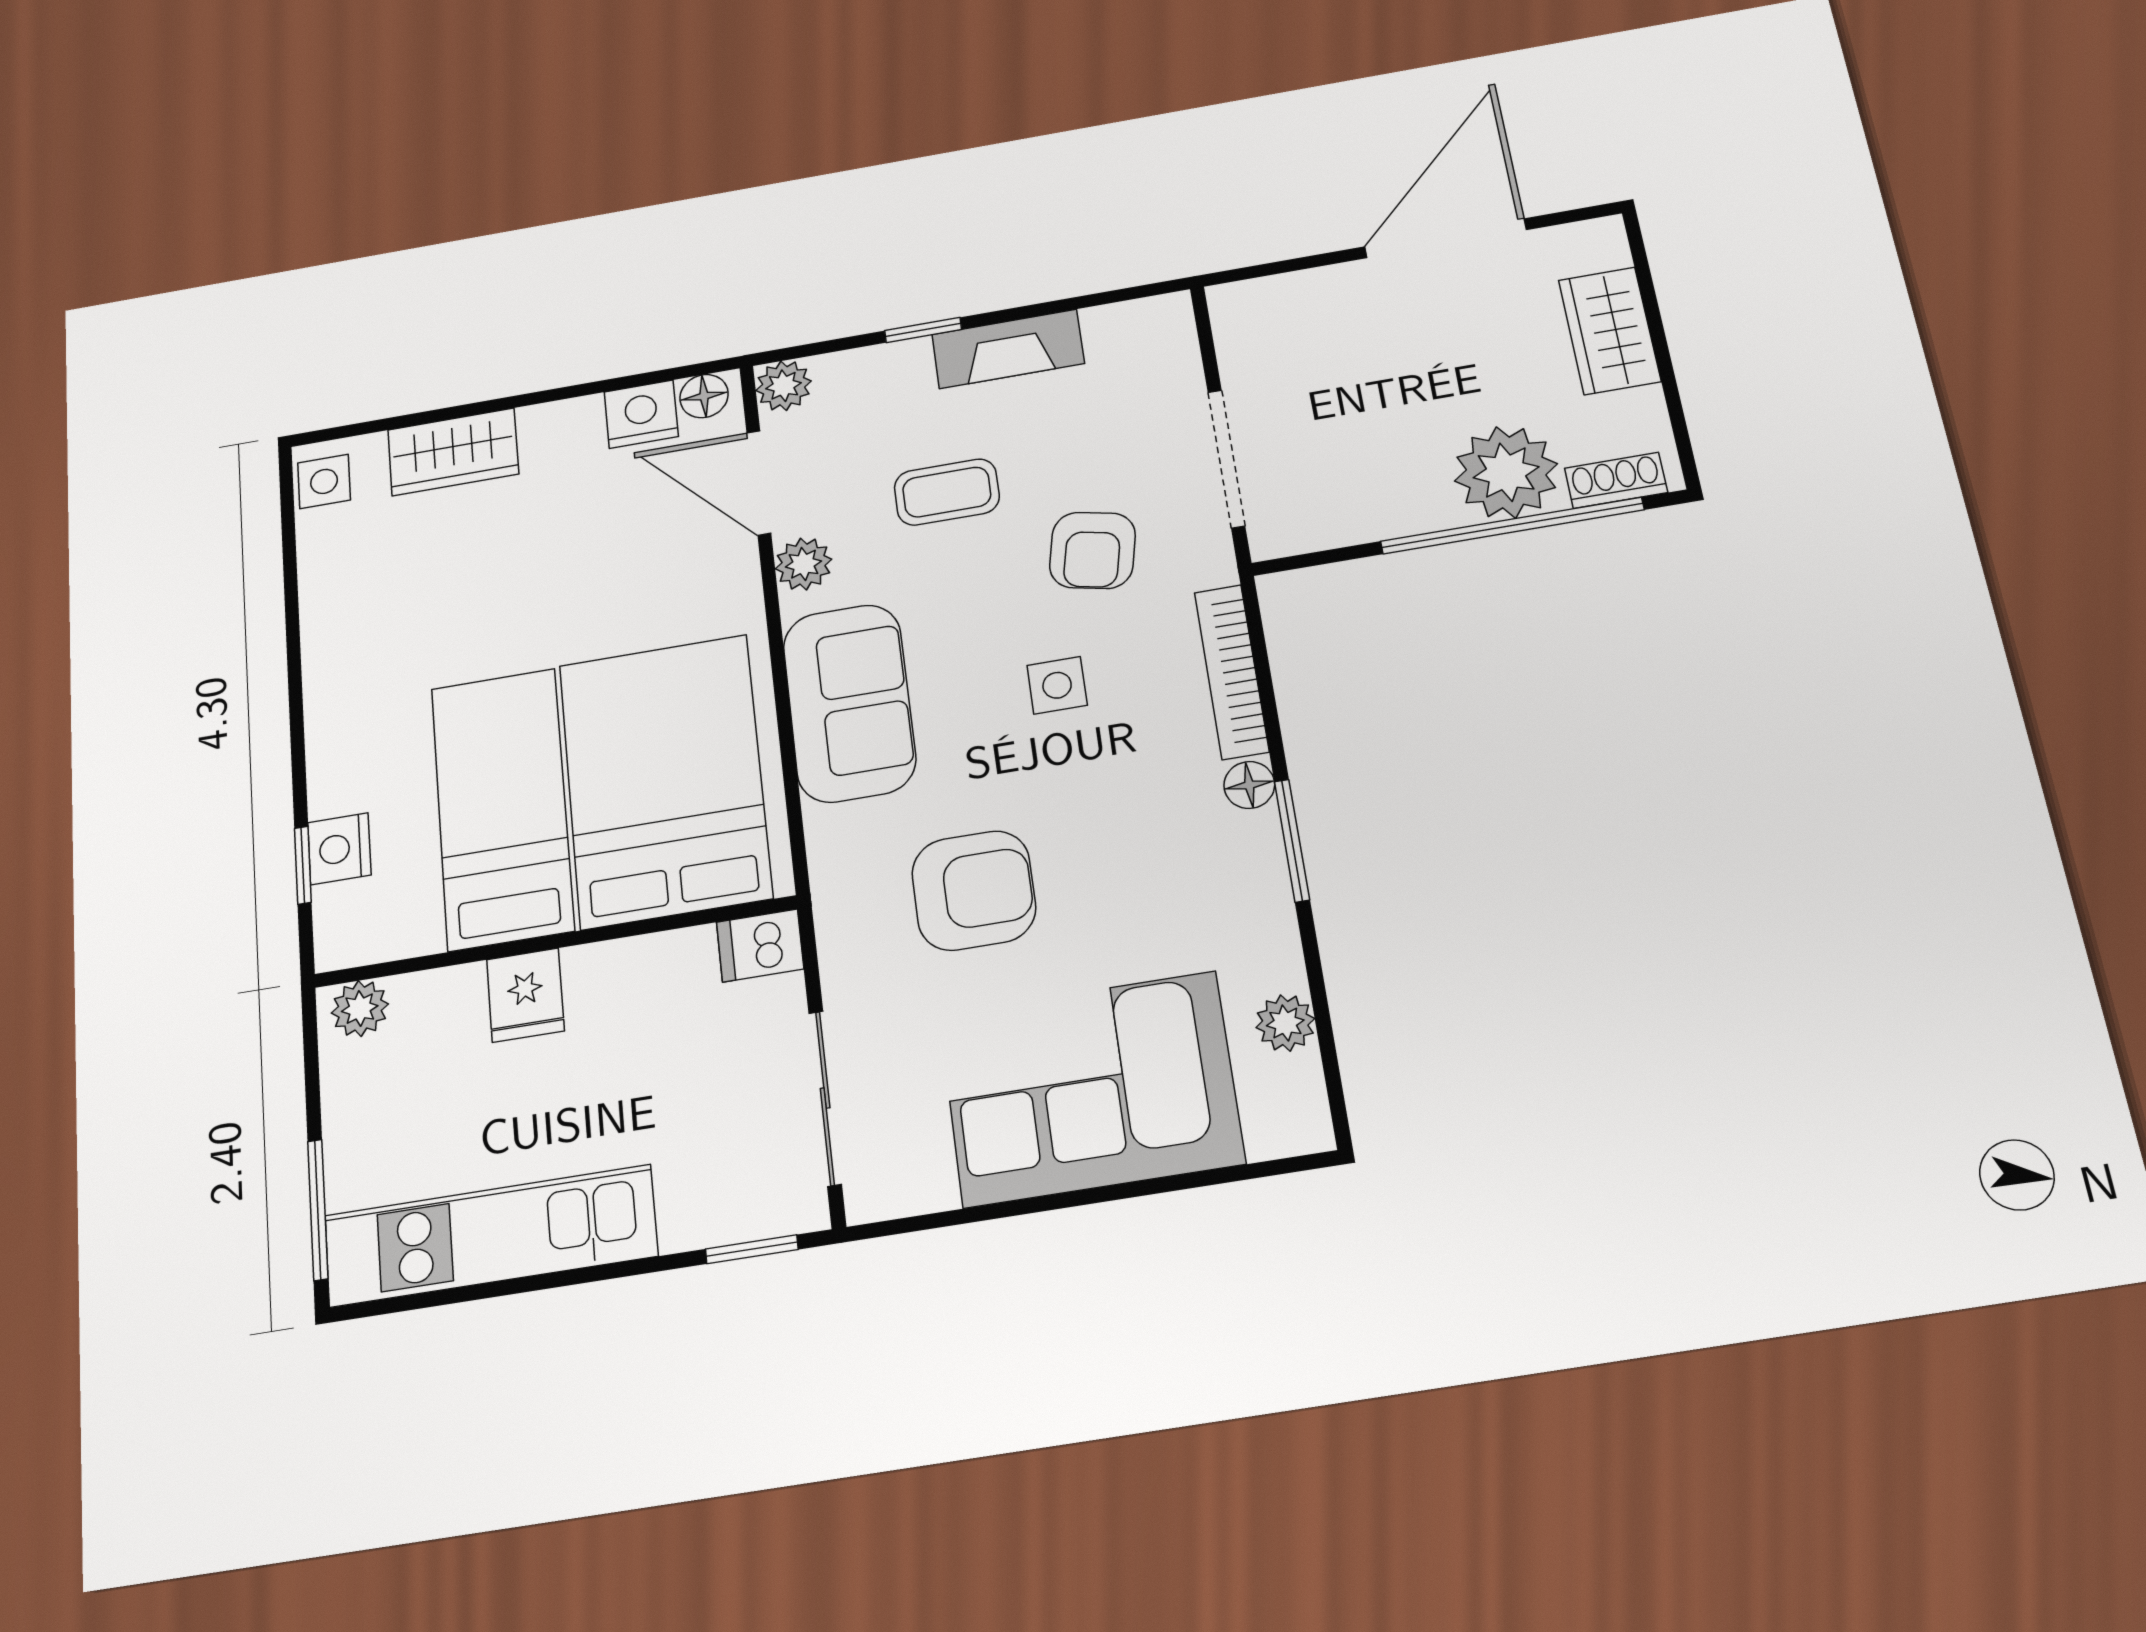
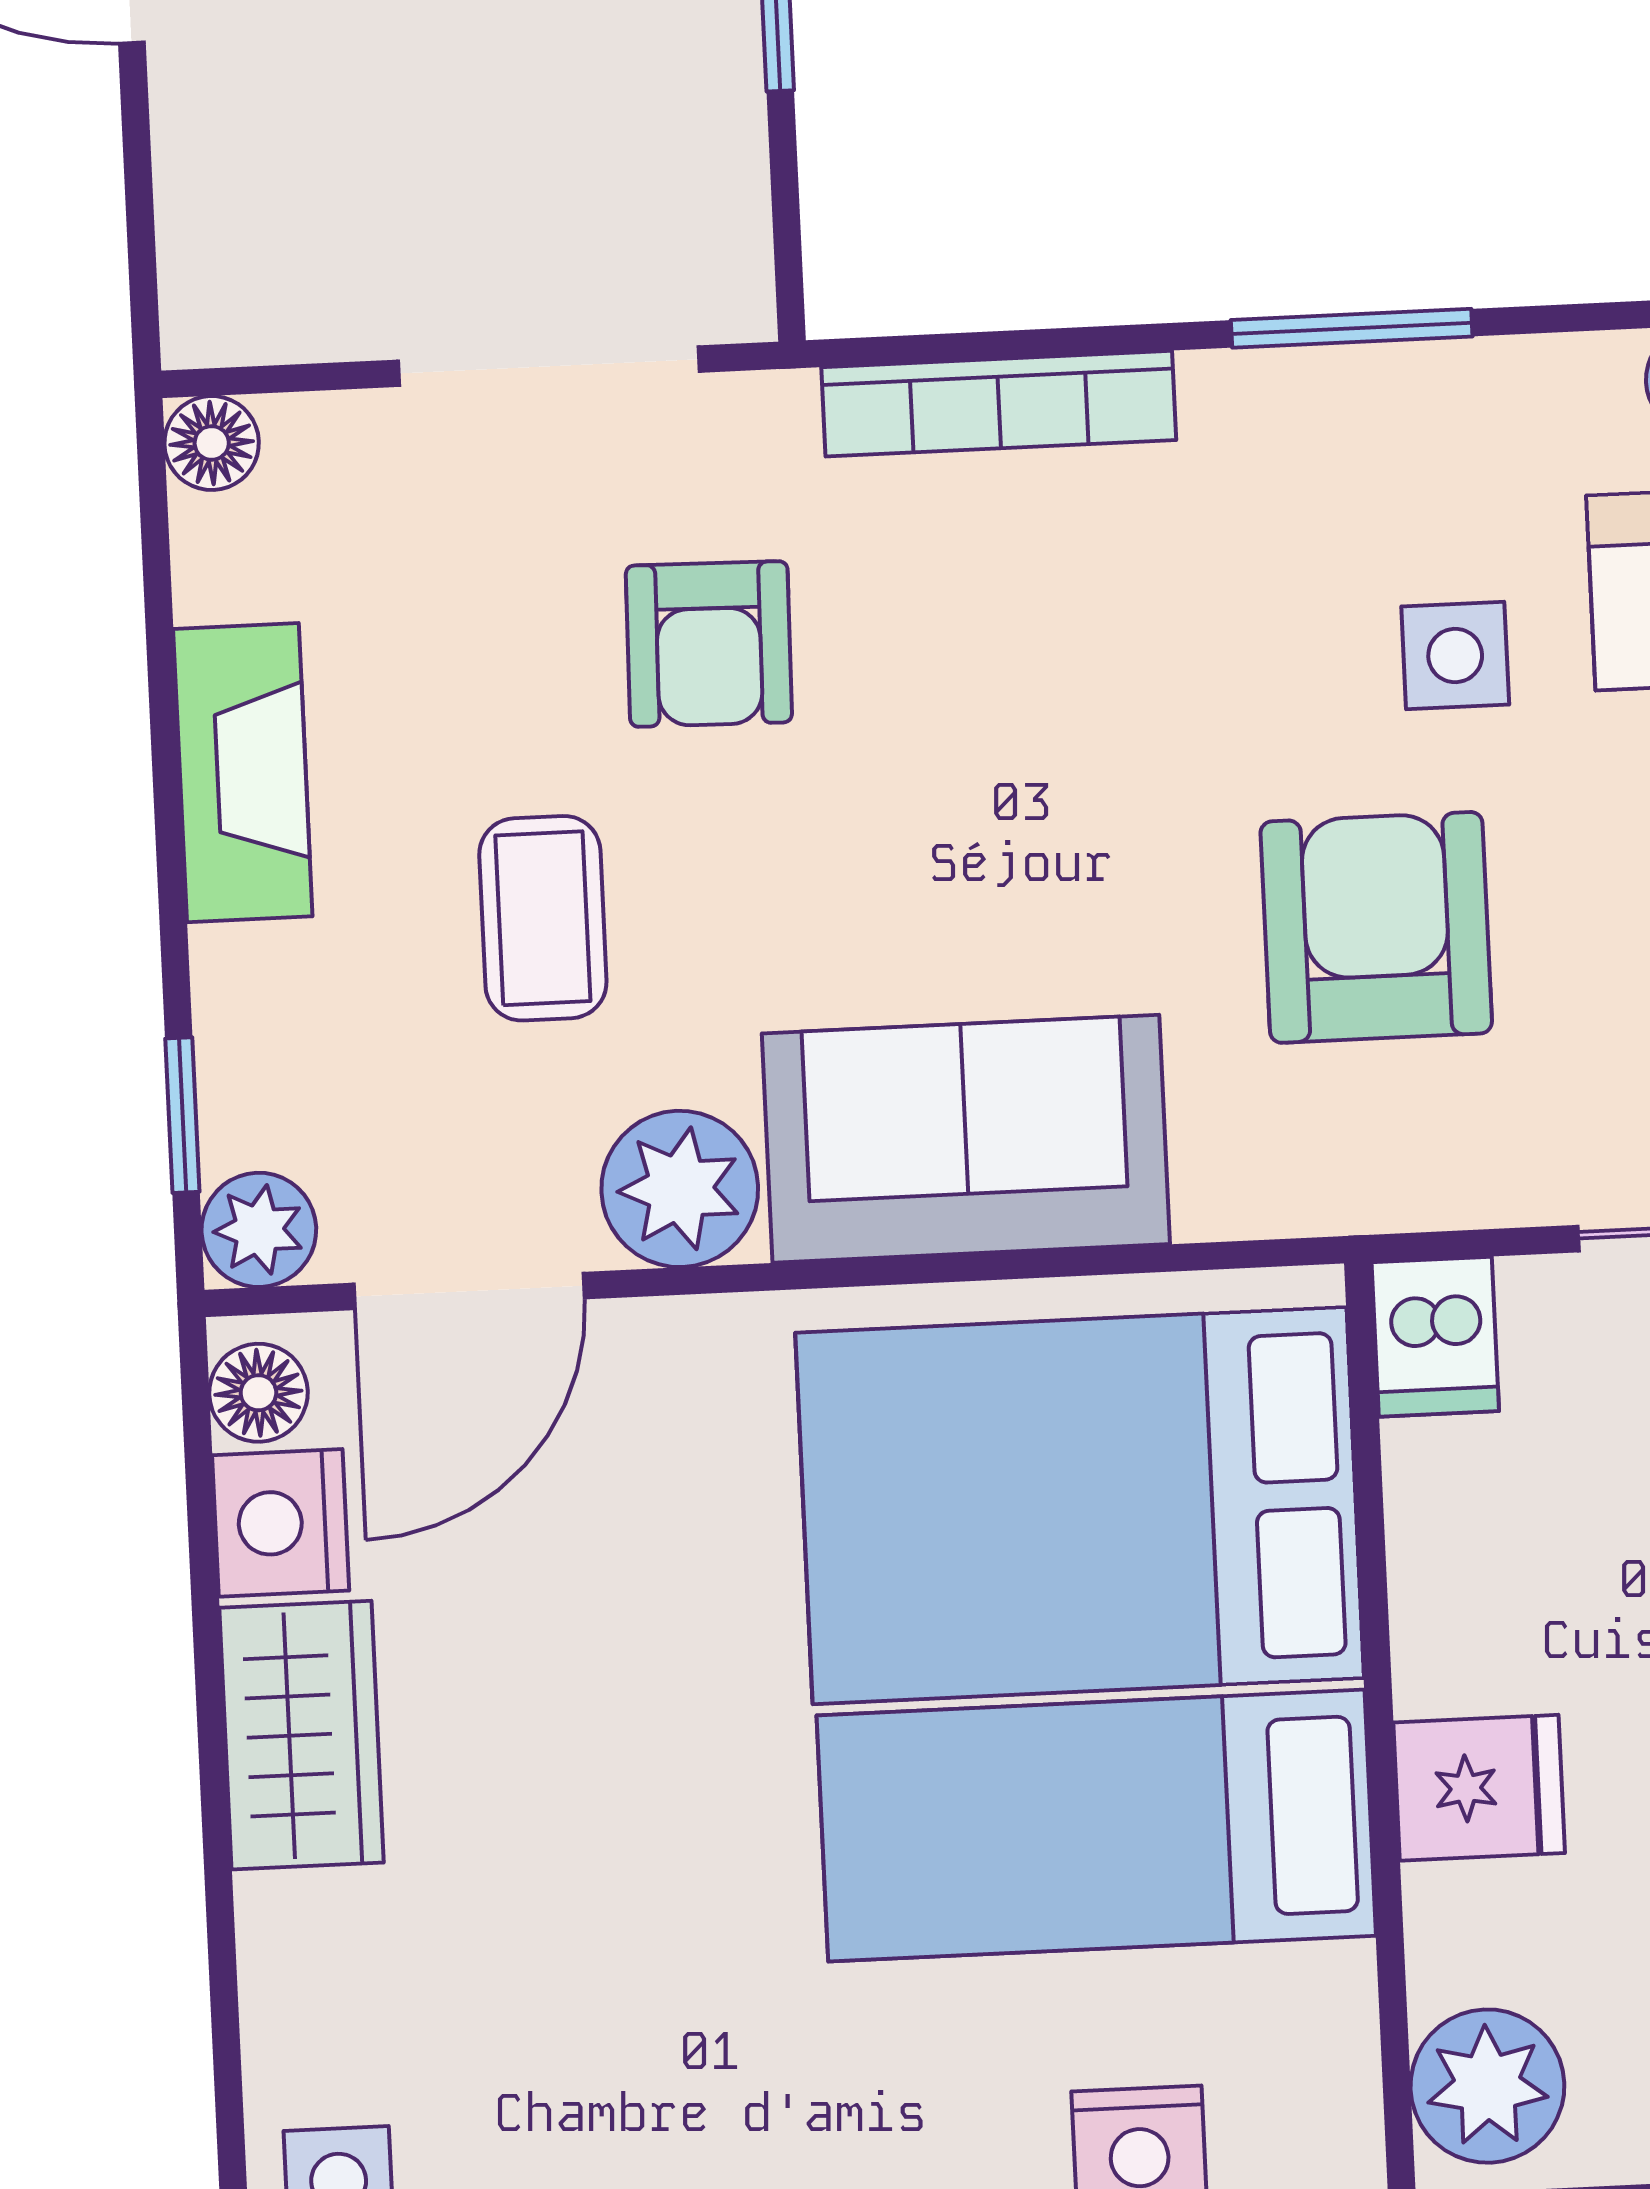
window: (923, 330) -> (182, 1115), moved
wardrobe: (453, 452) -> (302, 1735), moved
armchair: (1092, 550) -> (709, 644), turned 79
plant: (803, 564) -> (680, 1189), width x1.38, depth x1.38
side table: (1057, 685) -> (1455, 655), moved
floor lamp: (1249, 785) -> (212, 443), moved
plant: (360, 1009) -> (1487, 2086), width x1.38, depth x1.38

